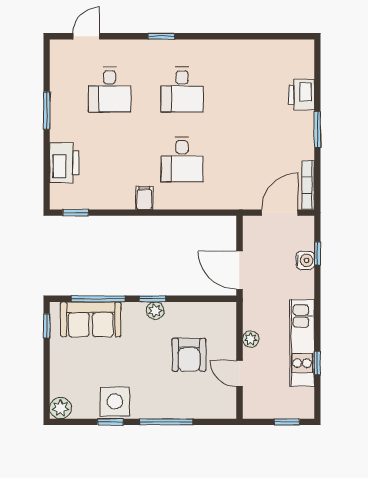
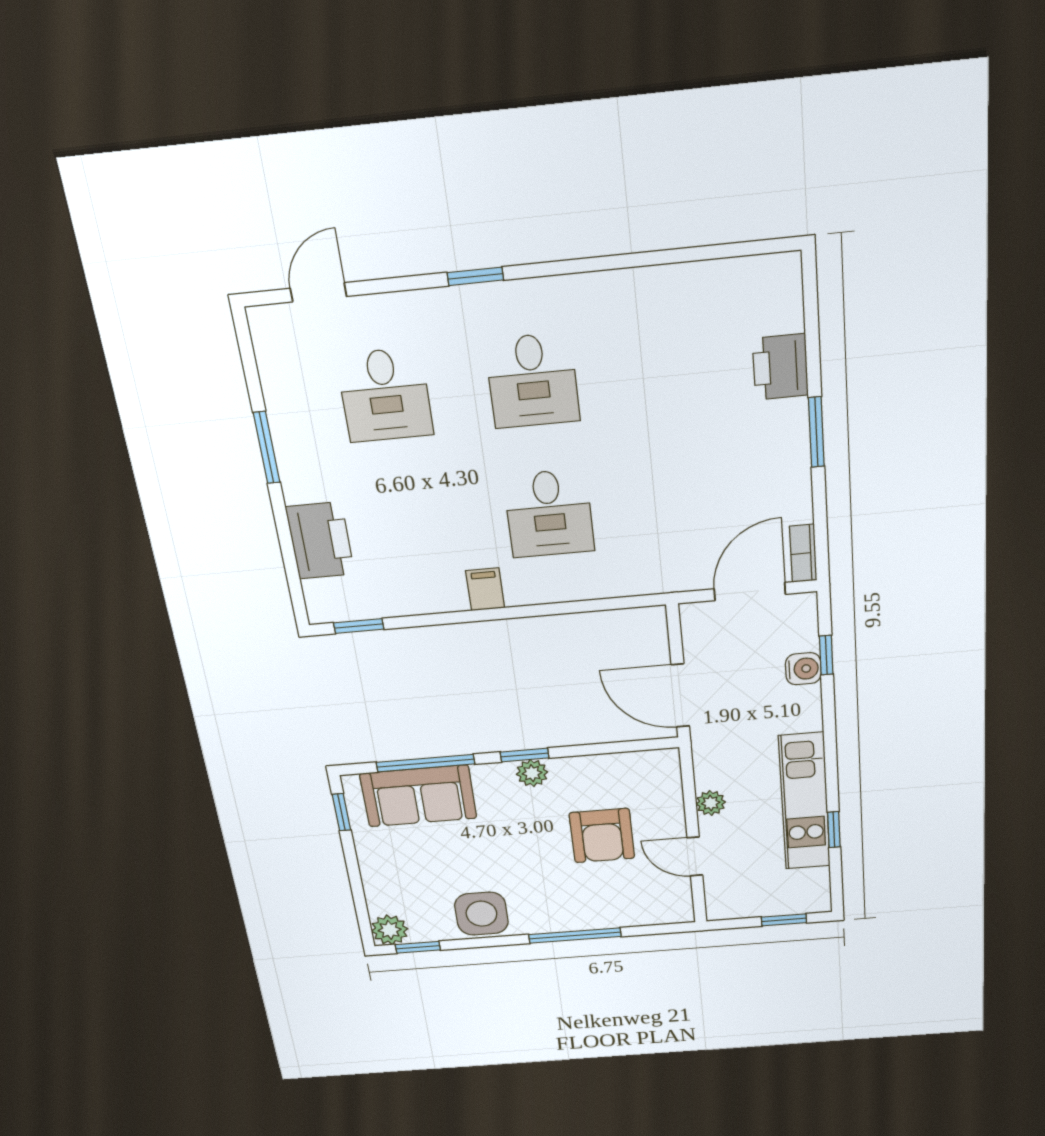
bookcase: (308, 185) -> (803, 553), width x0.64
window: (110, 422) -> (418, 947), moved

